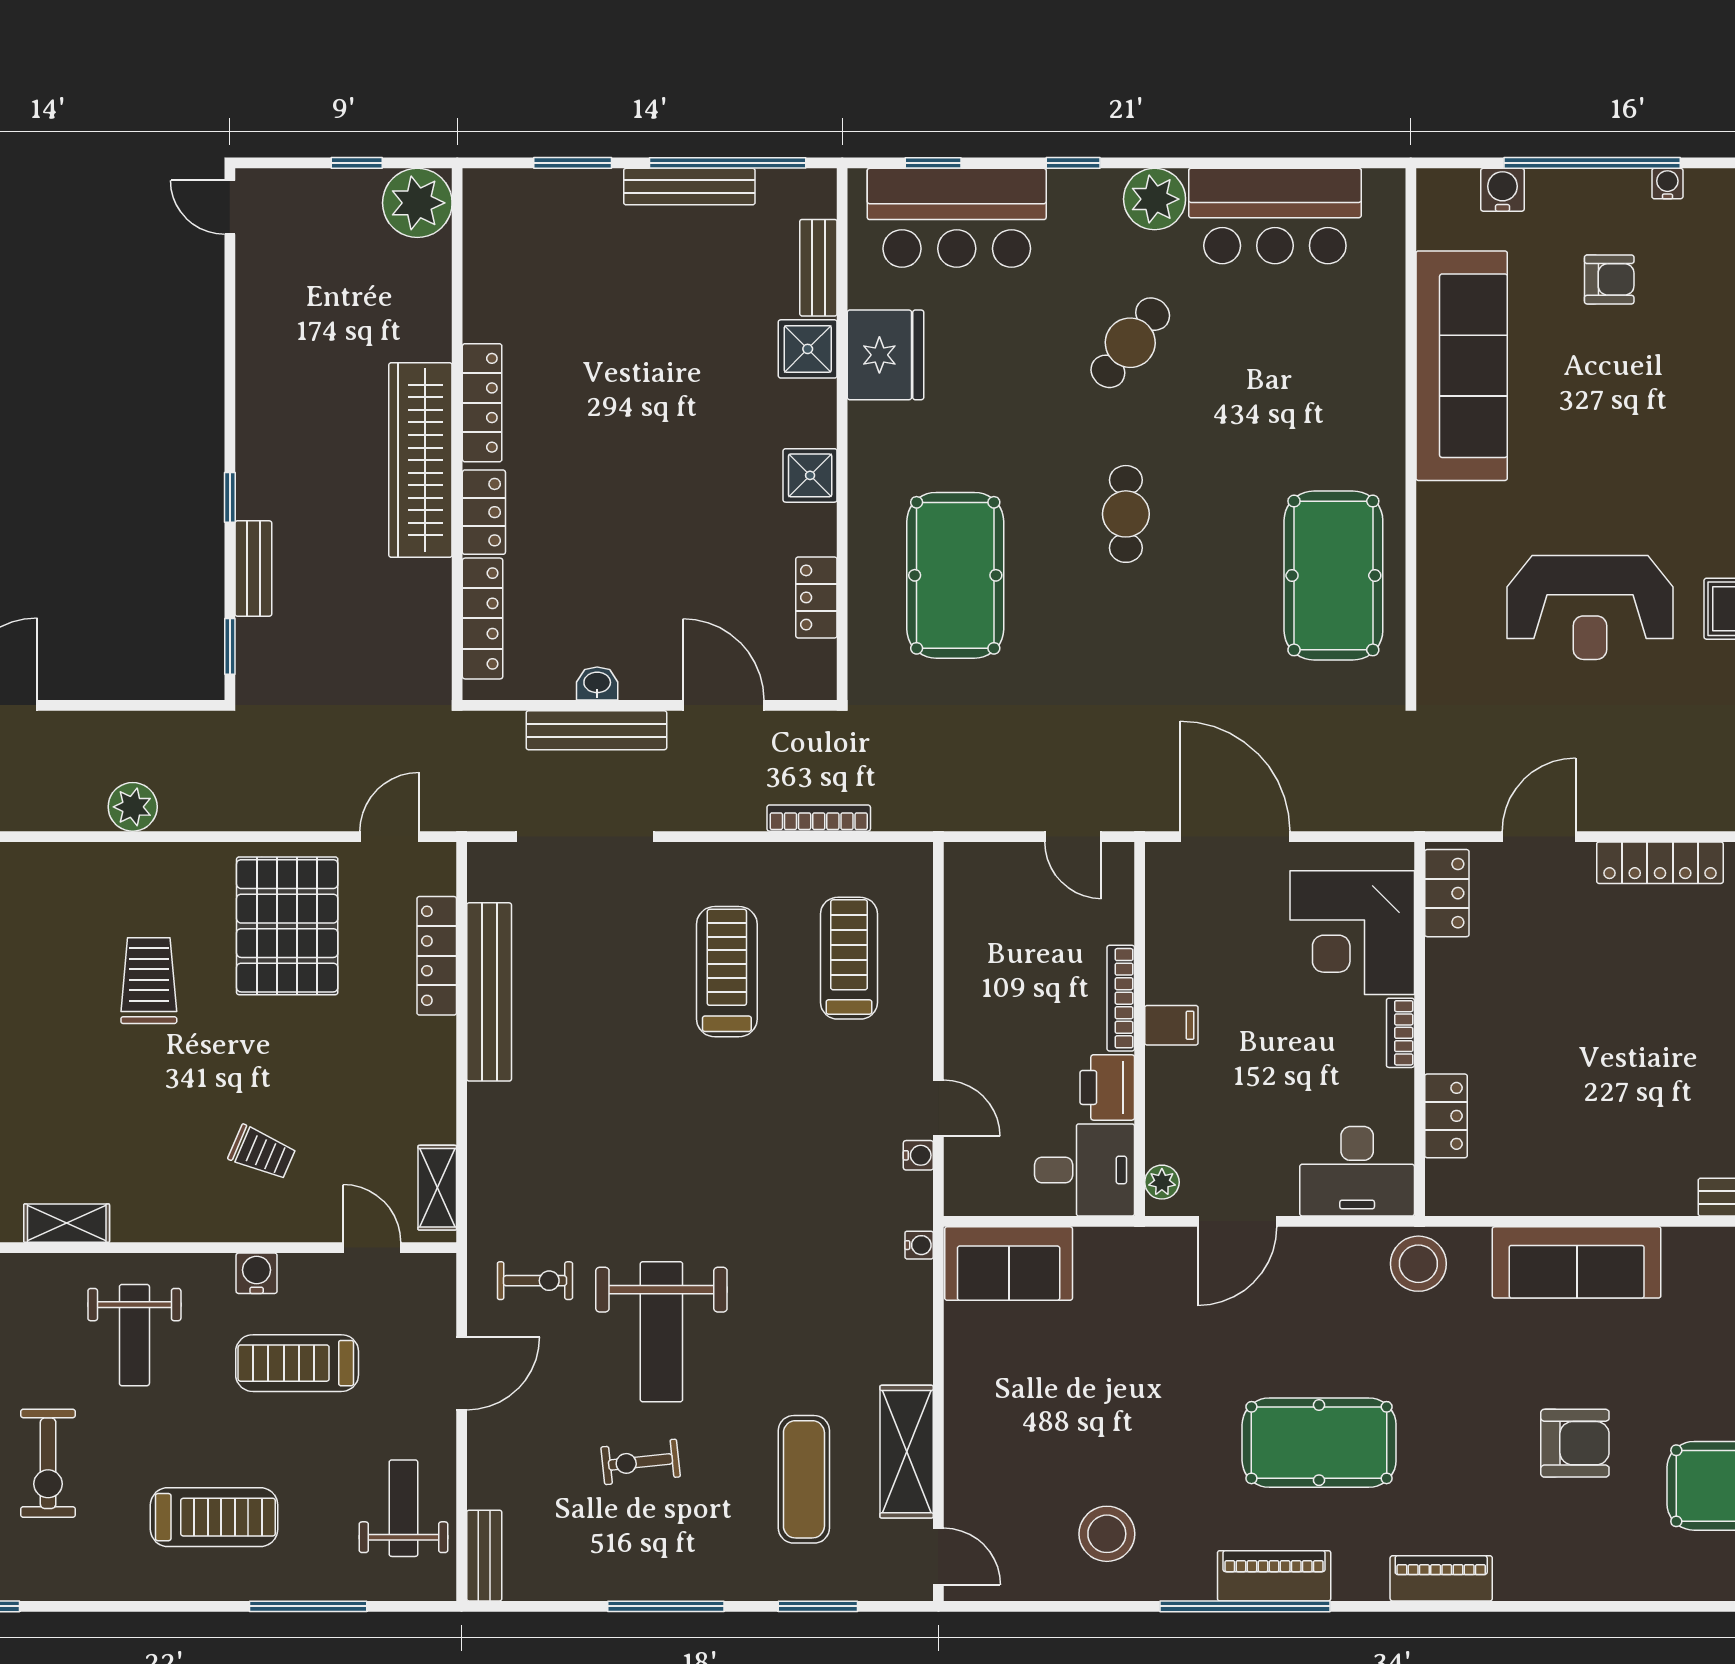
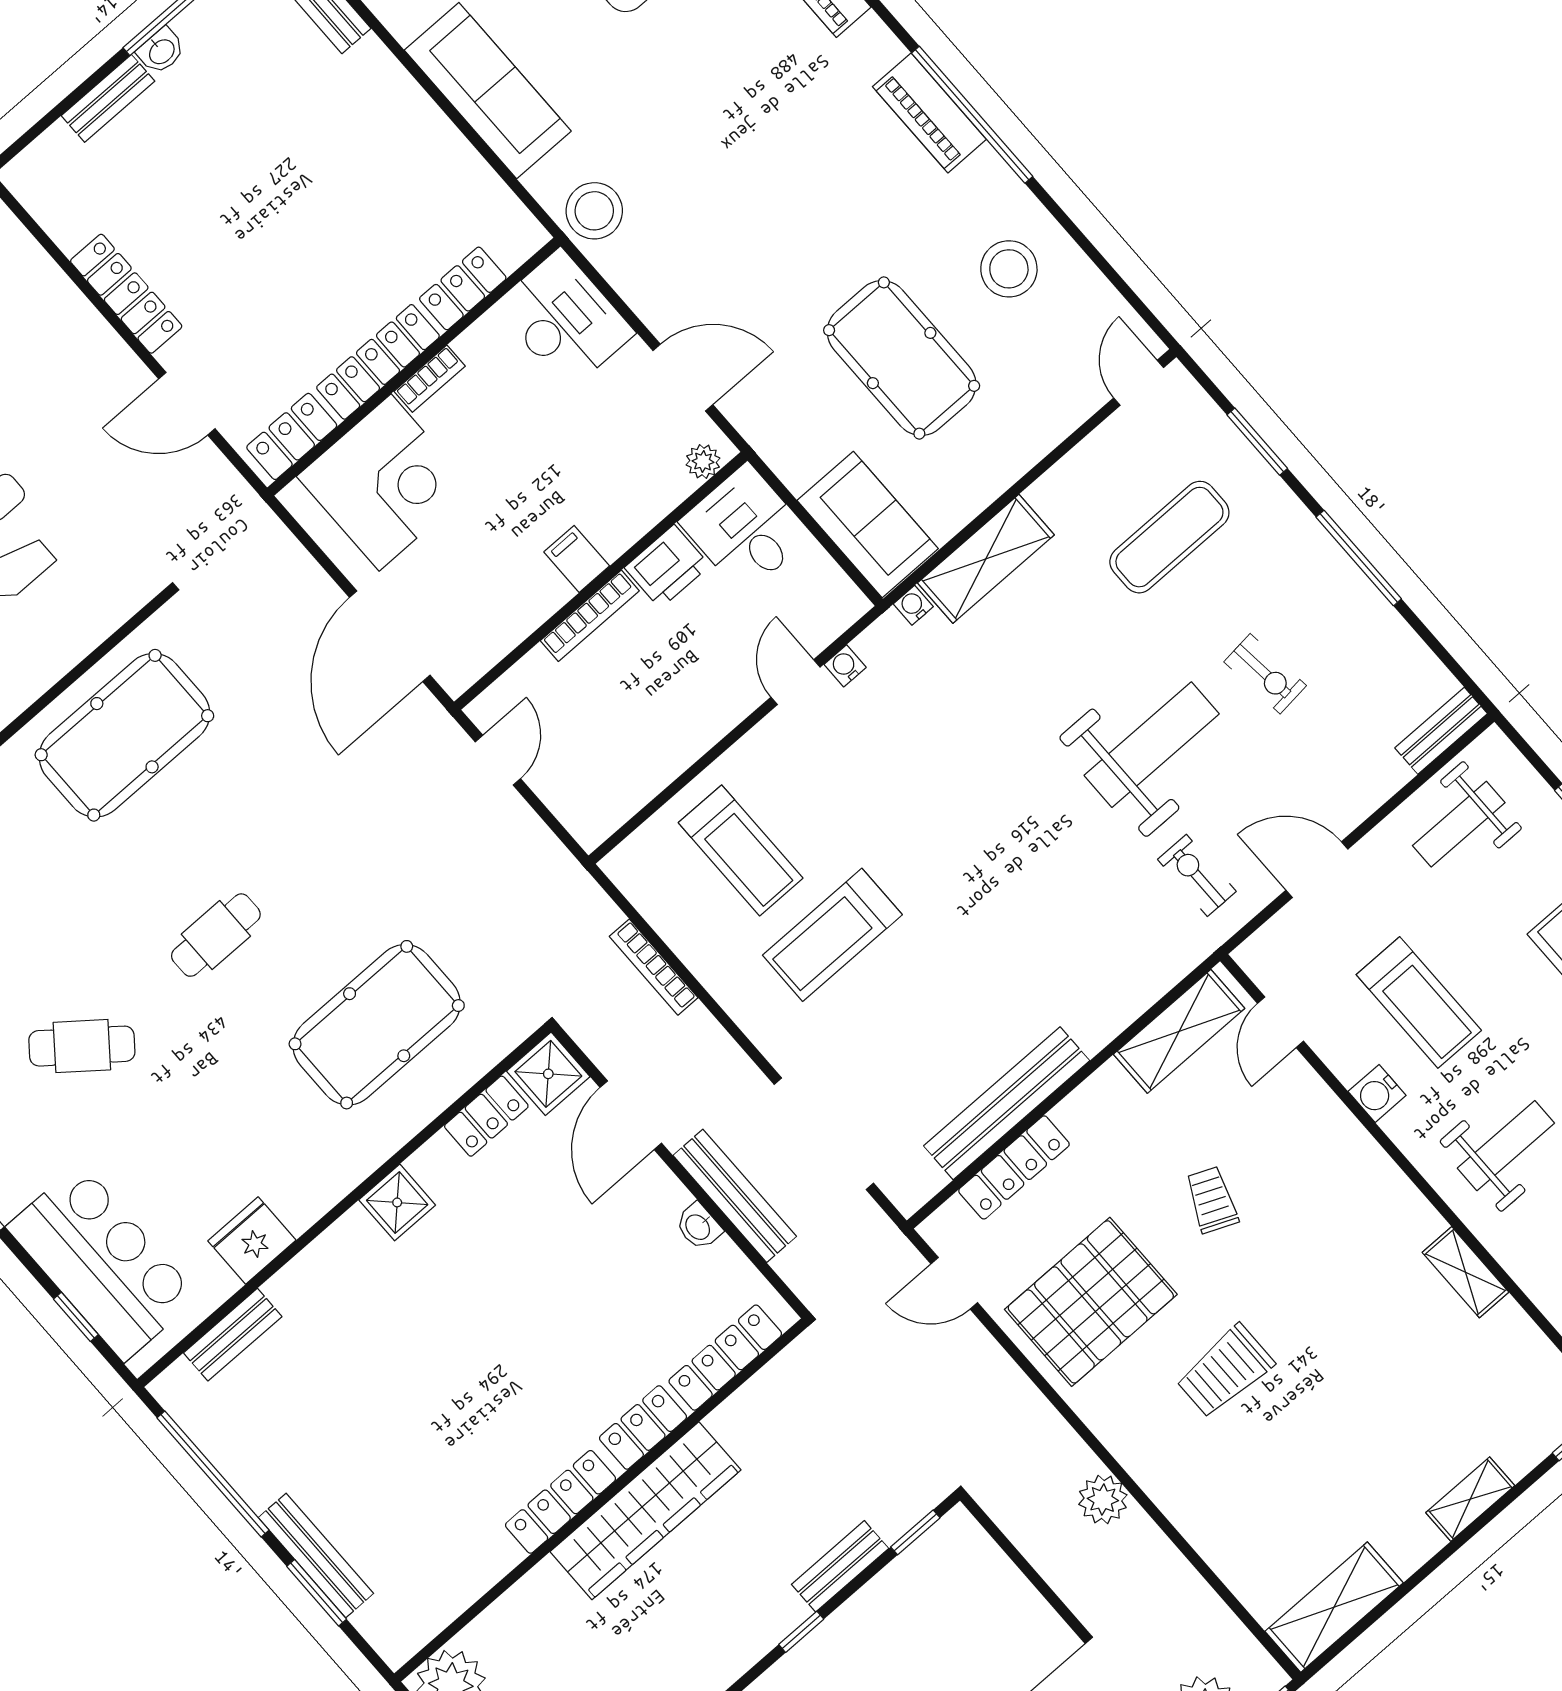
bench: (689, 187) -> (316, 1555), moved
shower: (808, 349) -> (548, 1074), moved
fridge: (885, 355) -> (252, 1241), width x0.73, depth x0.75
treadmill: (849, 958) -> (741, 850), turned -90
locker: (1446, 1005) -> (378, 362), added
trolley: (262, 1153) -> (1212, 1200), moved
shelving: (437, 1188) -> (1179, 1031), width x1.50, depth x1.33
pool table: (1319, 1443) -> (902, 358), moved
shelving: (907, 1452) -> (986, 559), moved

